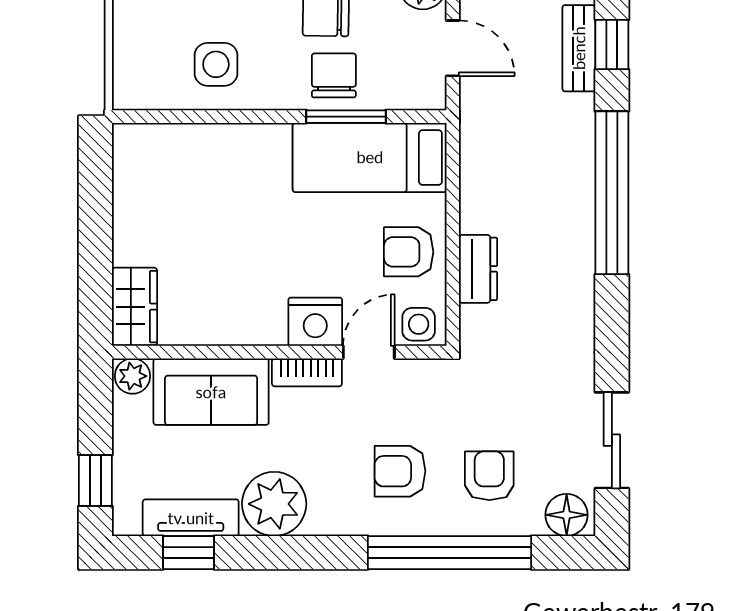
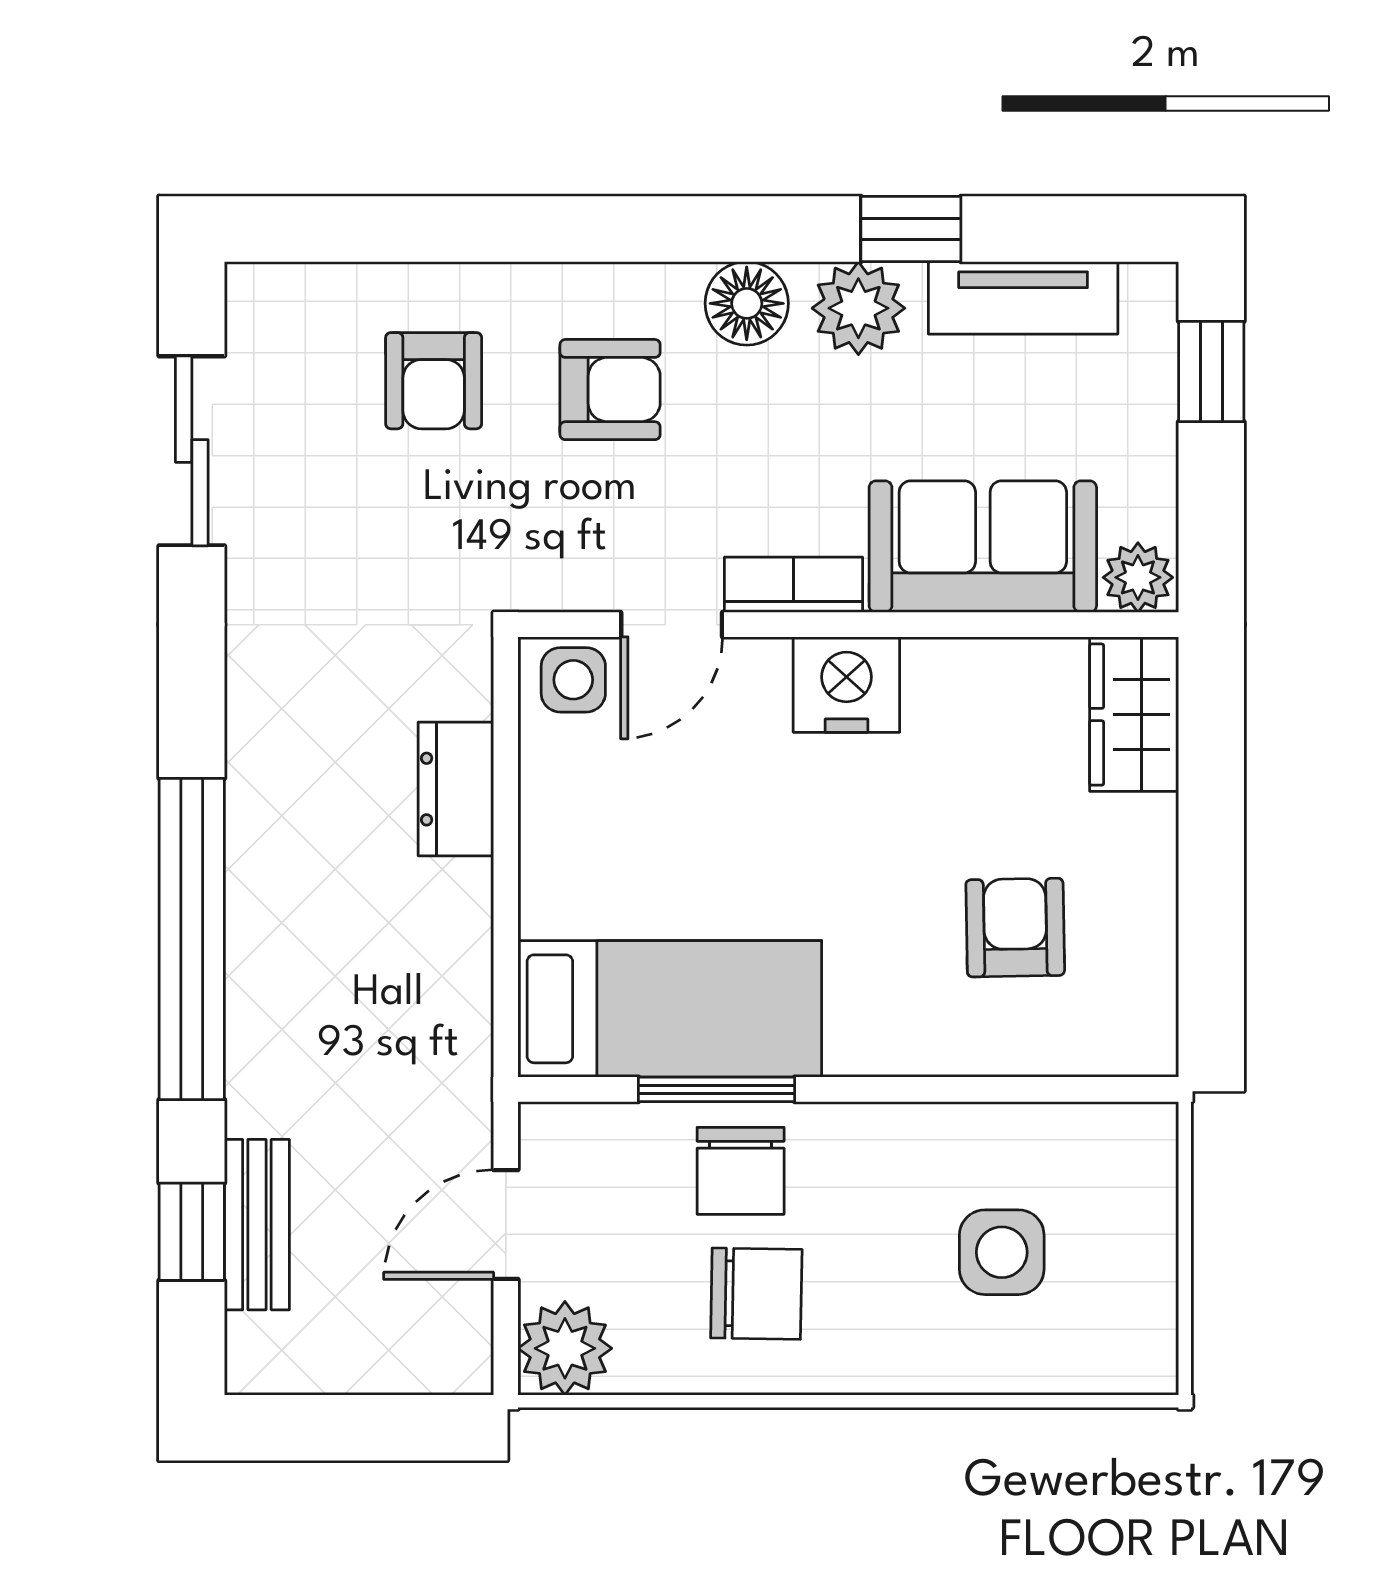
door: (453, 48) -> (506, 1225), hinge flipped
side table: (216, 64) -> (1002, 1252), moved
armchair: (409, 252) -> (1015, 928), moved, turned -91
nightstand: (315, 322) -> (846, 685), moved
plant: (274, 504) -> (858, 308), width x0.73, depth x0.73
floor lamp: (567, 515) -> (747, 303), moved
window: (189, 553) -> (911, 229), moved
window: (450, 553) -> (512, 229), removed

